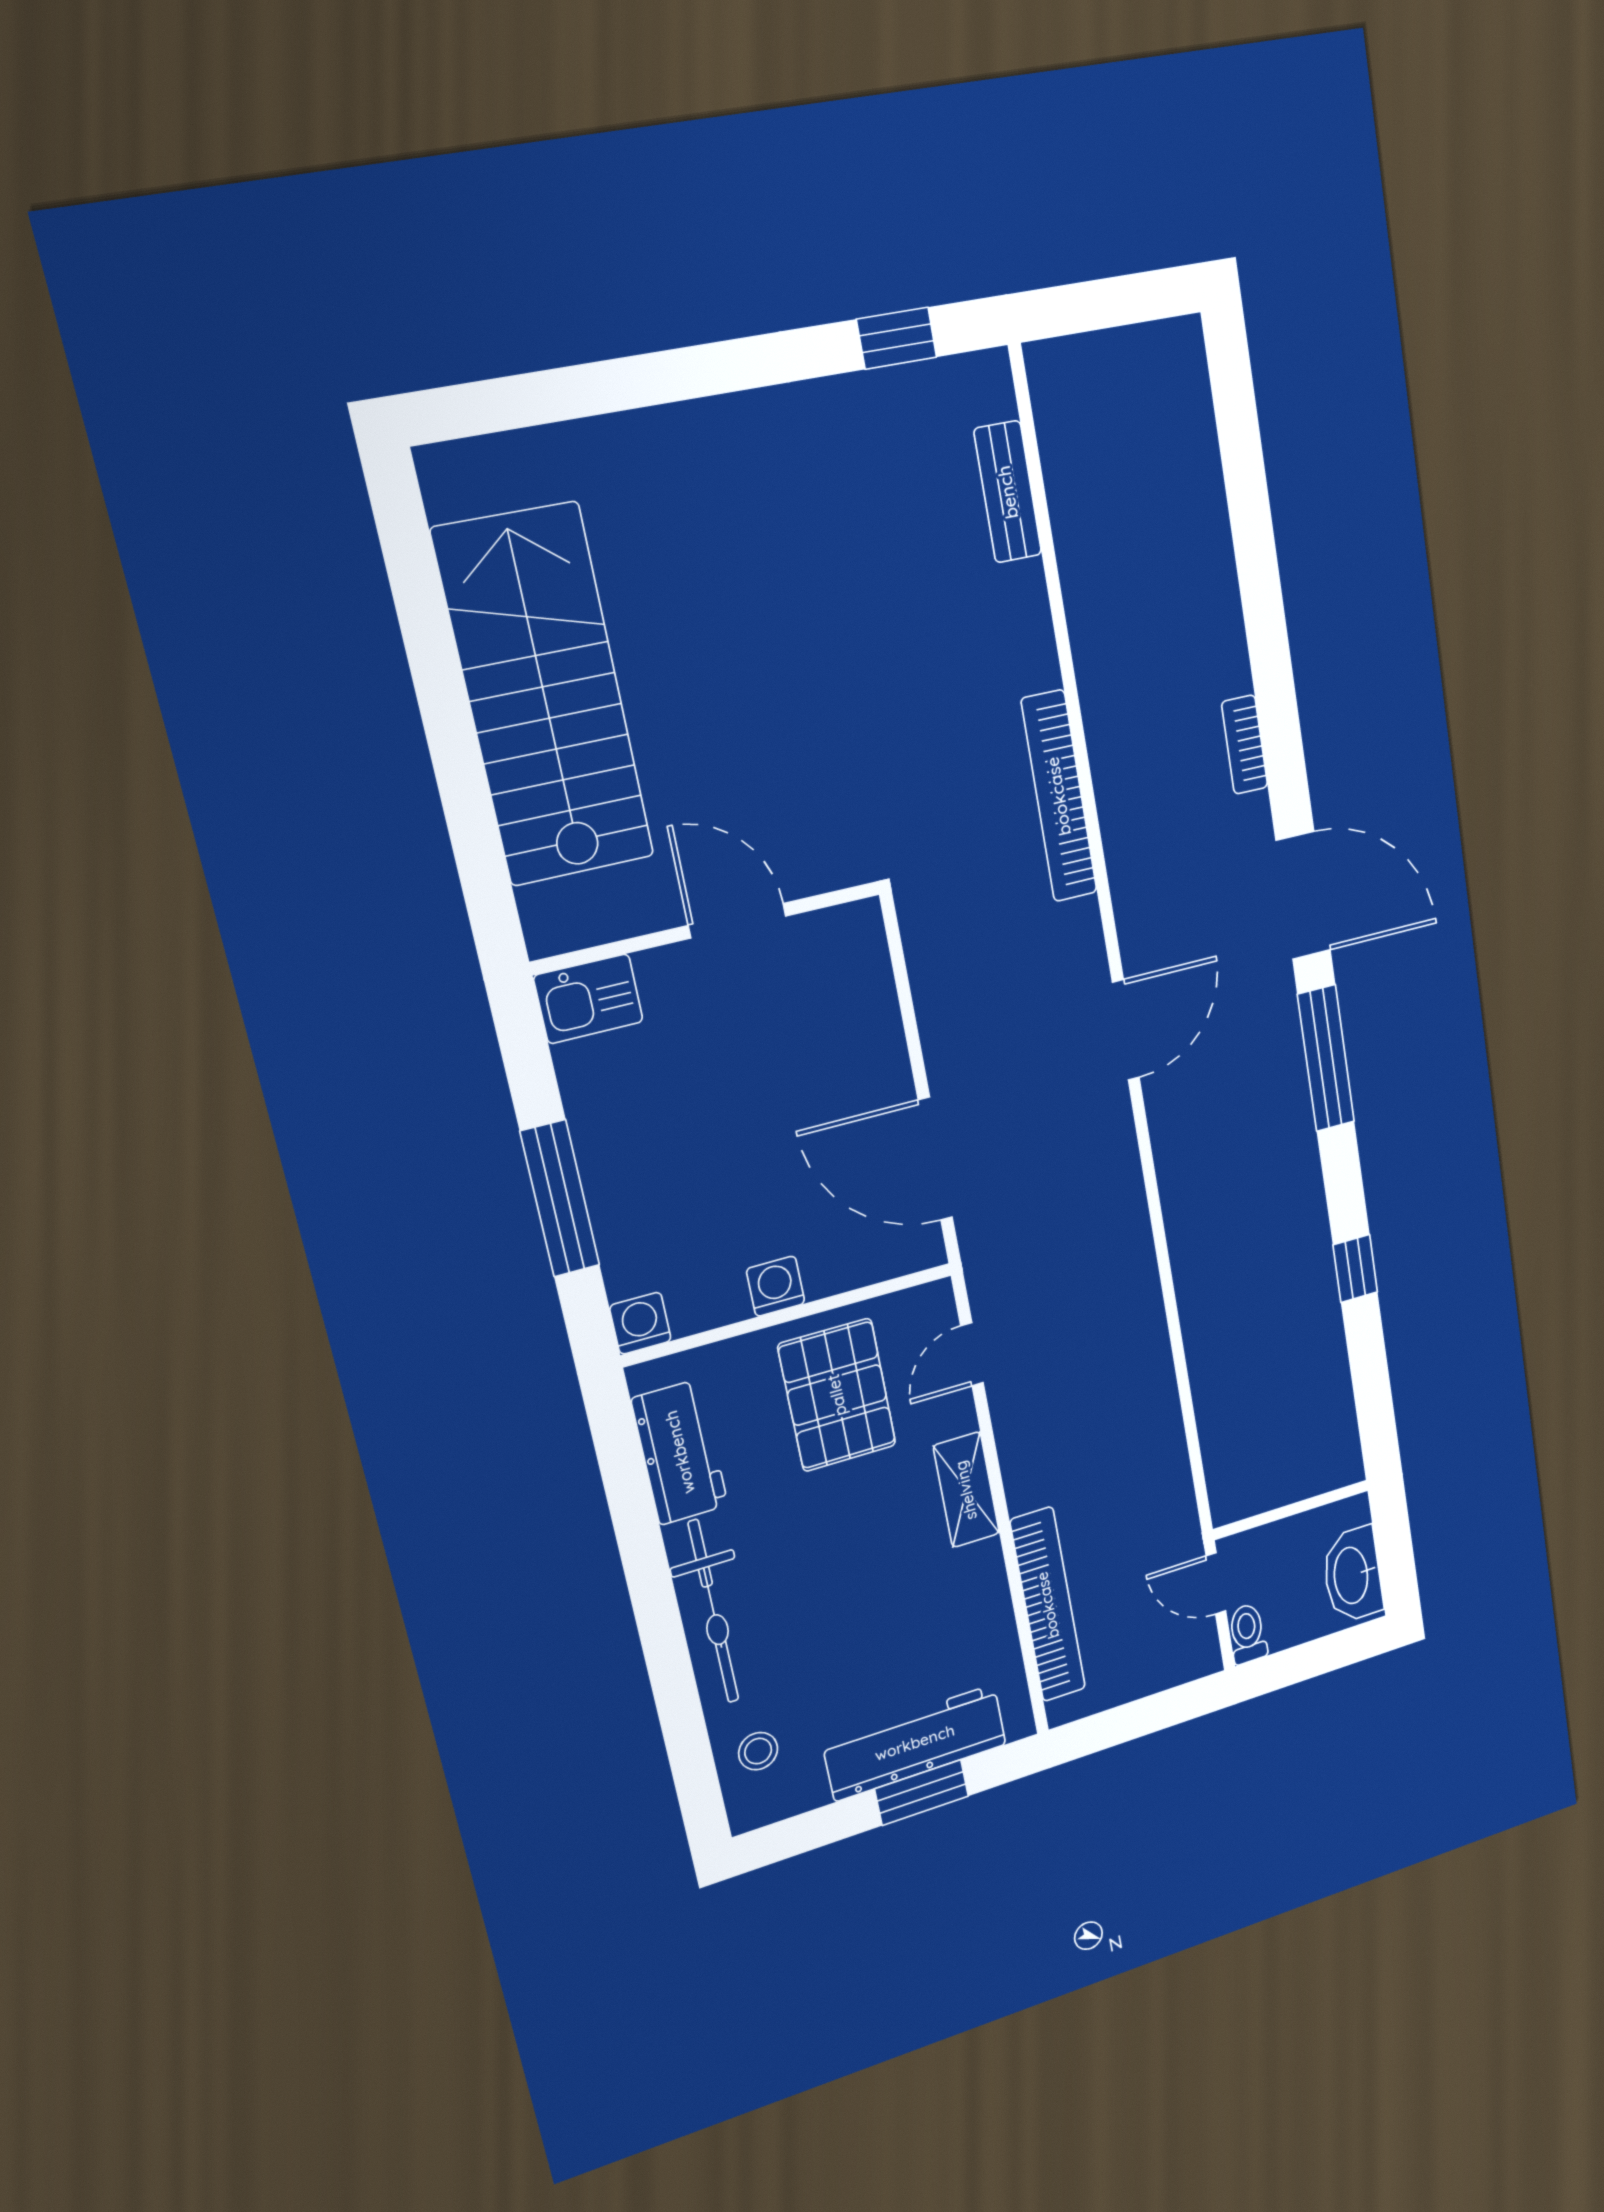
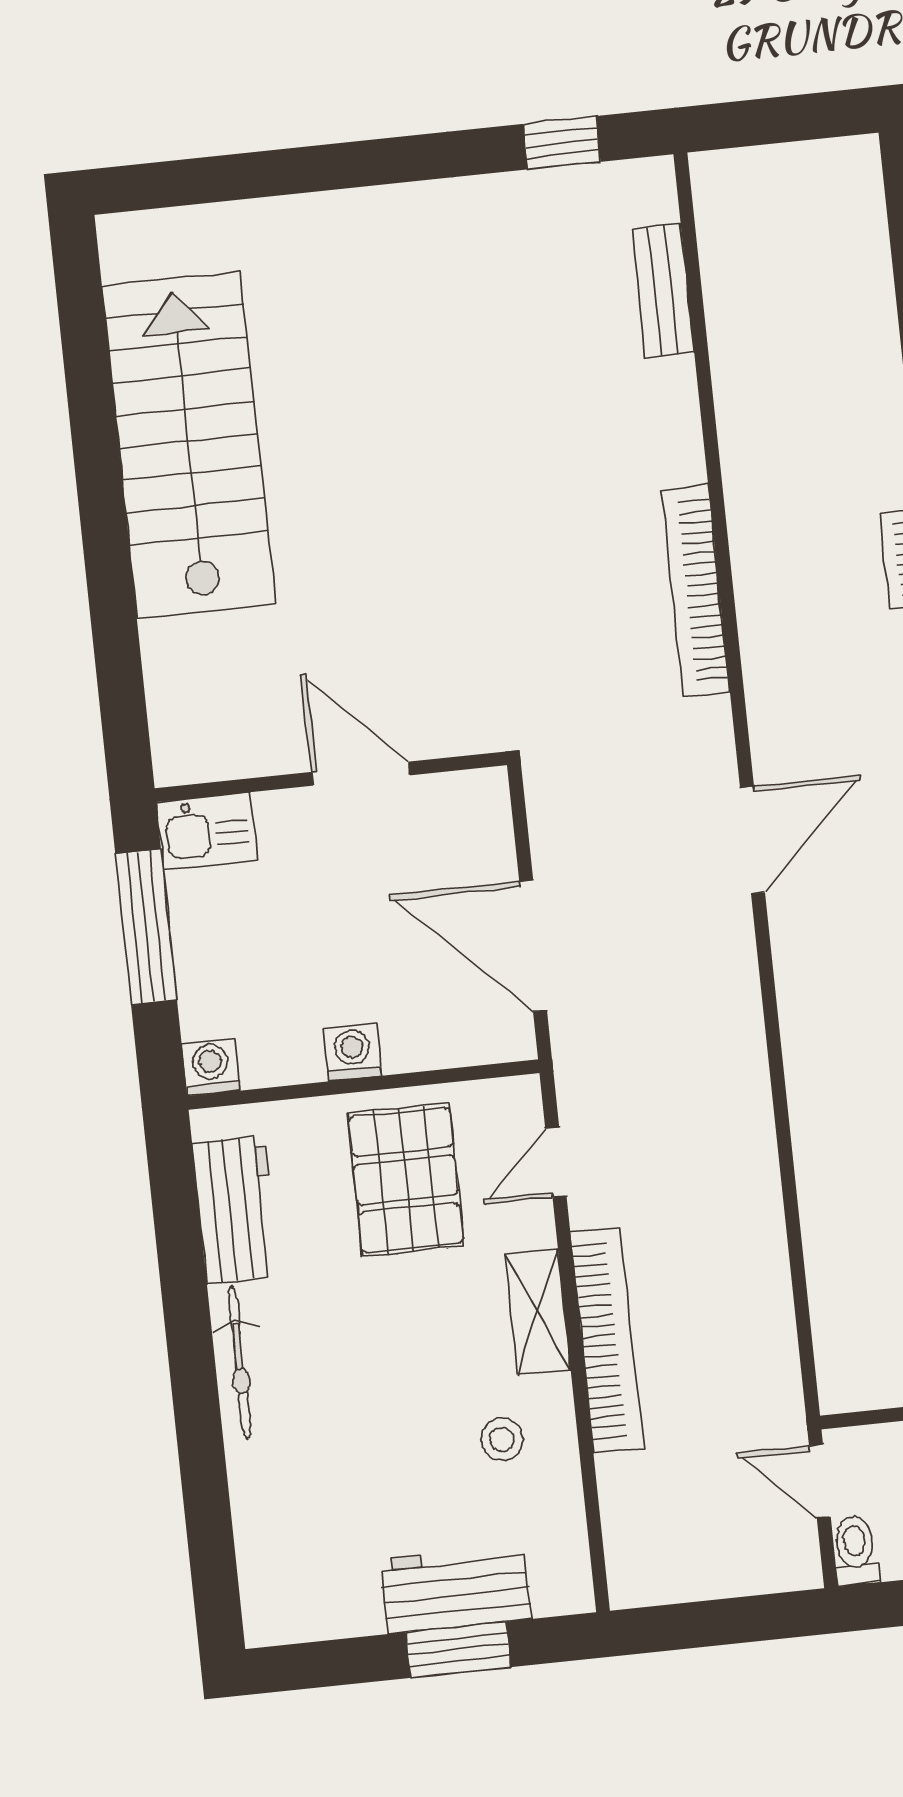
door: (737, 921) -> (361, 774), moved
wall: (708, 928) -> (331, 777), moved
kitchen sink: (588, 999) -> (207, 831), moved
bookcase: (1048, 1605) -> (607, 1340), moved
bicycle: (713, 1612) -> (239, 1363), width x0.73, depth x0.71
workbench: (915, 1743) -> (456, 1589), width x0.73
stool: (758, 1751) -> (502, 1439), moved

